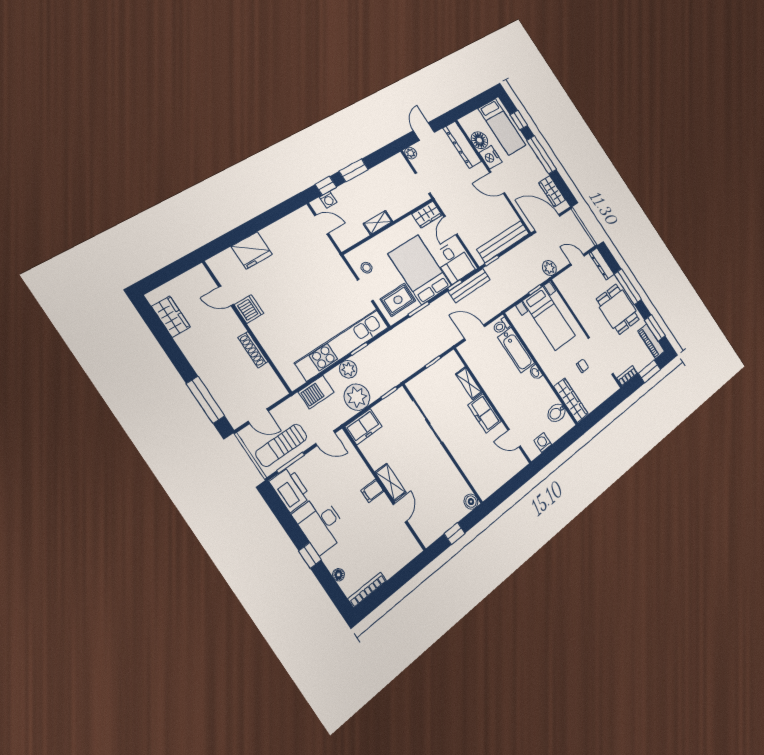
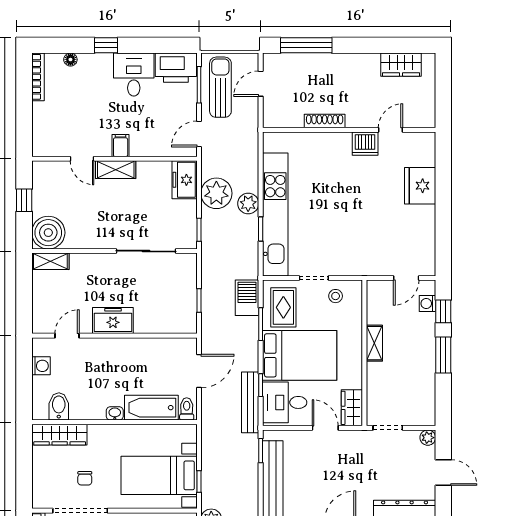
shelving: (469, 383) -> (50, 261), moved
barbecue: (316, 392) -> (247, 298), moved
boiler: (471, 502) -> (48, 233), width x1.86, depth x1.86
desk: (321, 524) -> (134, 75), width x0.73

